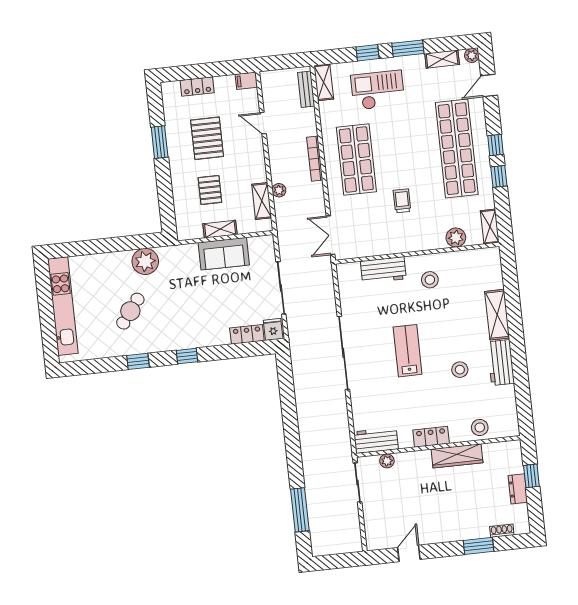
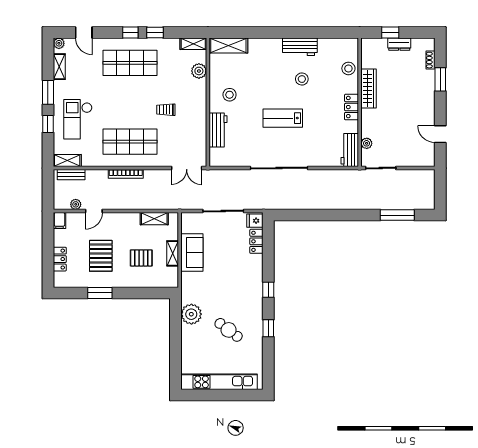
pallet: (207, 138) -> (101, 256), turned 90
shop shelf: (457, 149) -> (130, 63), width x0.71
plant: (279, 190) -> (76, 204), moved
shelving: (497, 315) -> (228, 45), moved

